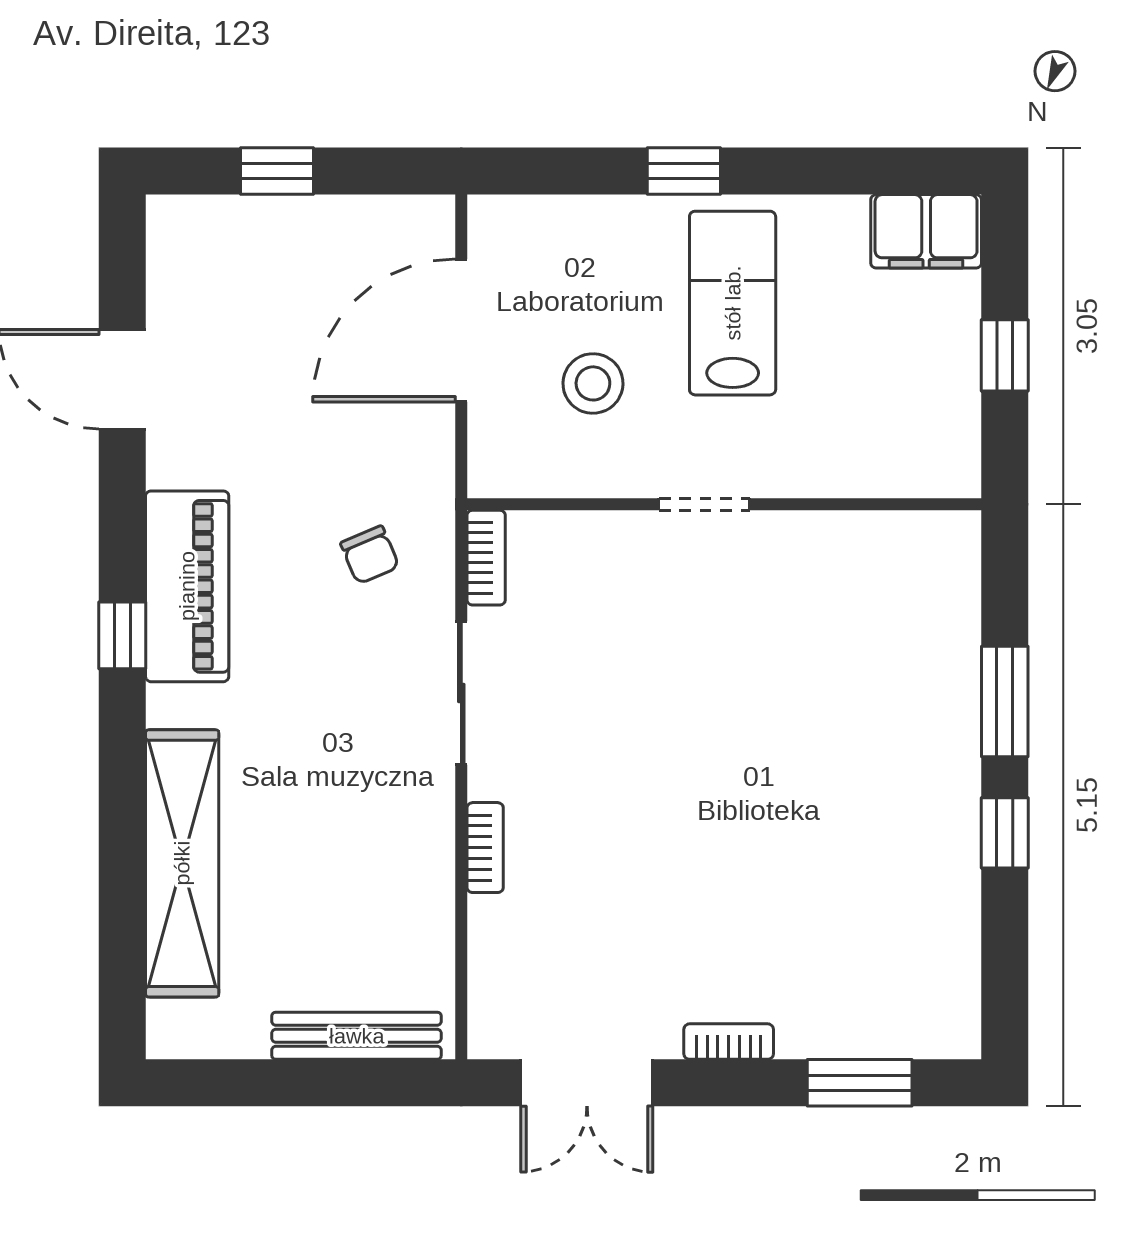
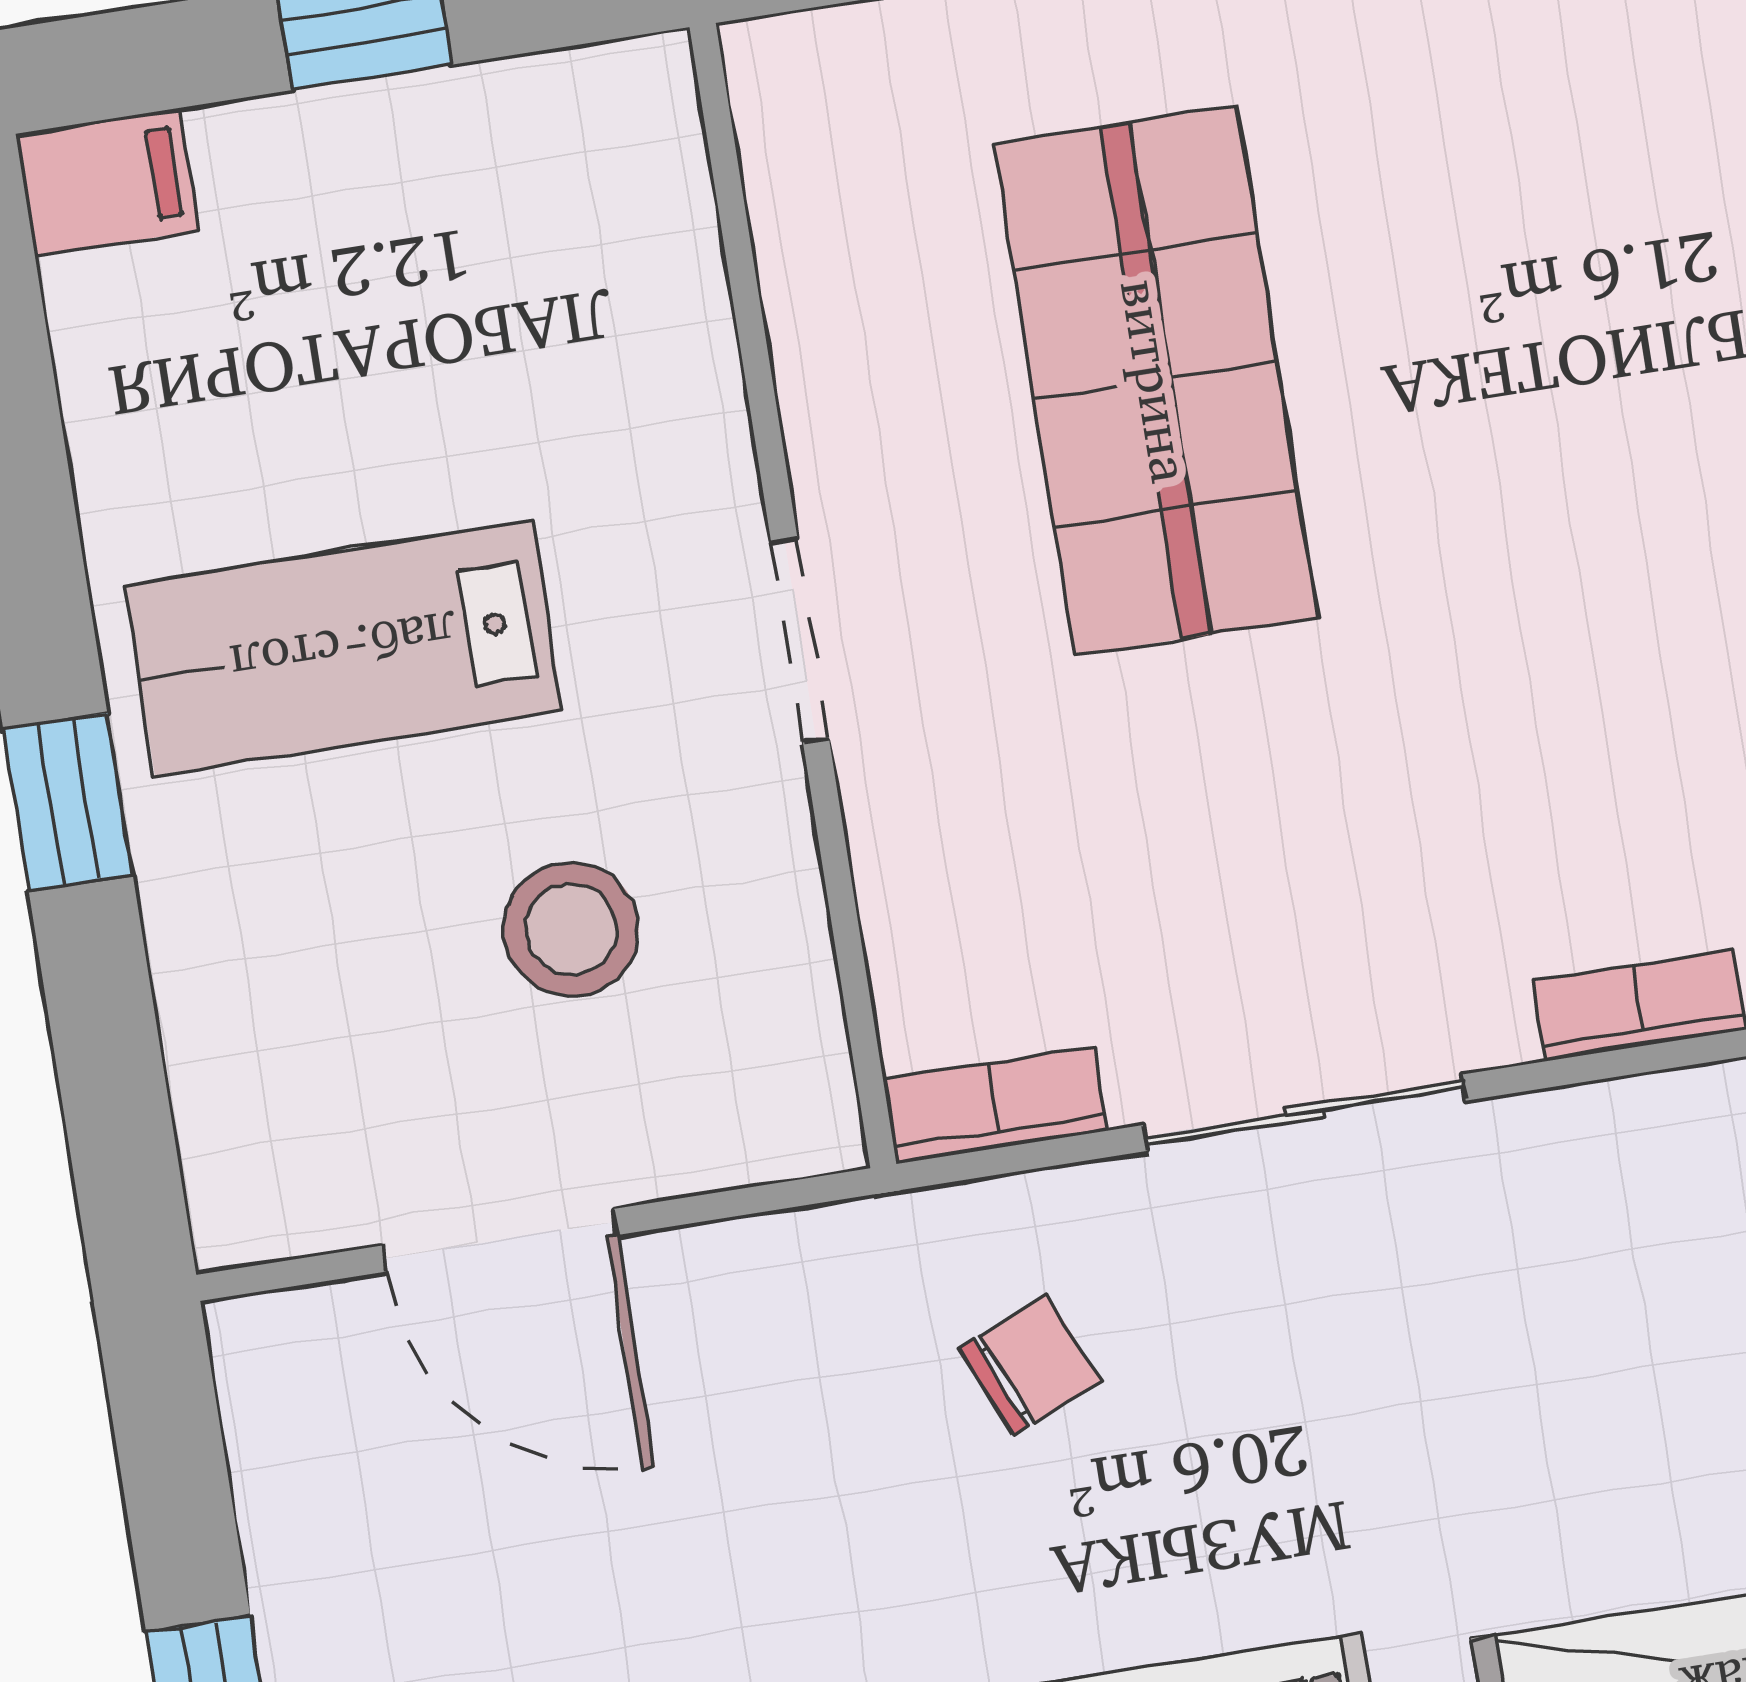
filing cabinet: (926, 231) -> (107, 182), width x0.50
door: (461, 330) -> (500, 1240), width x0.73
shop shelf: (794, 679) -> (1156, 381), added

